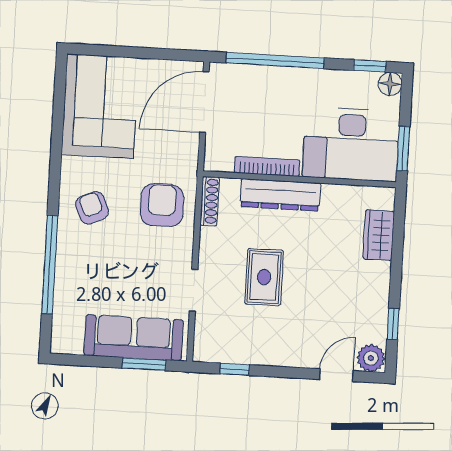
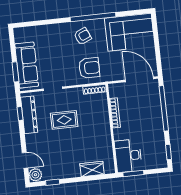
floor lamp: (390, 84) -> (162, 163), removed
desk: (351, 144) -> (128, 156), width x0.73, depth x0.77
dresser: (280, 195) -> (29, 115), moved, turned 180
window: (50, 265) -> (93, 17), moved

